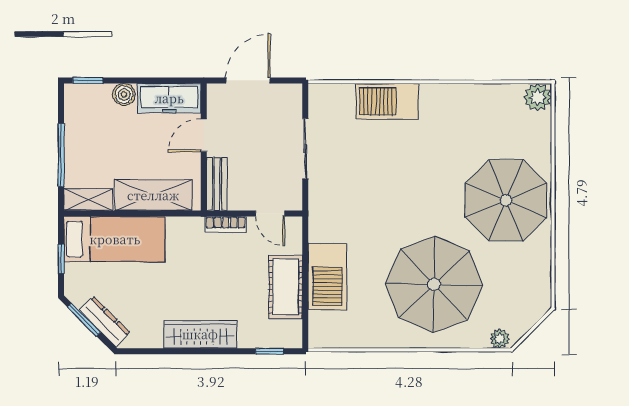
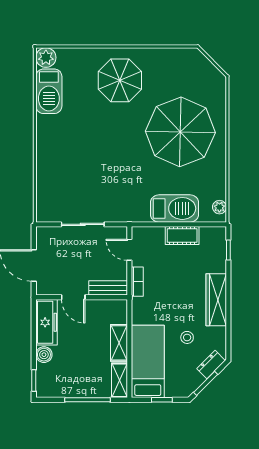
barbecue: (387, 101) -> (49, 91), moved
shelving: (153, 195) -> (119, 343), width x0.67, depth x0.75
parasol: (506, 200) -> (120, 80), width x0.73, depth x0.73
door: (270, 213) -> (129, 250), swing flipped
cot: (285, 287) -> (182, 236), width x0.73, depth x0.75
stool: (148, 294) -> (187, 337), added
dresser: (104, 322) -> (211, 365), width x0.70
plant: (500, 339) -> (219, 207), moved

